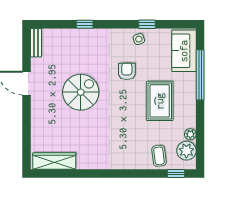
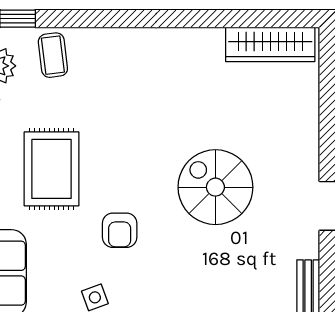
spiral stairs: (81, 92) -> (215, 187), turned 90

